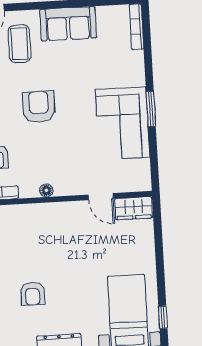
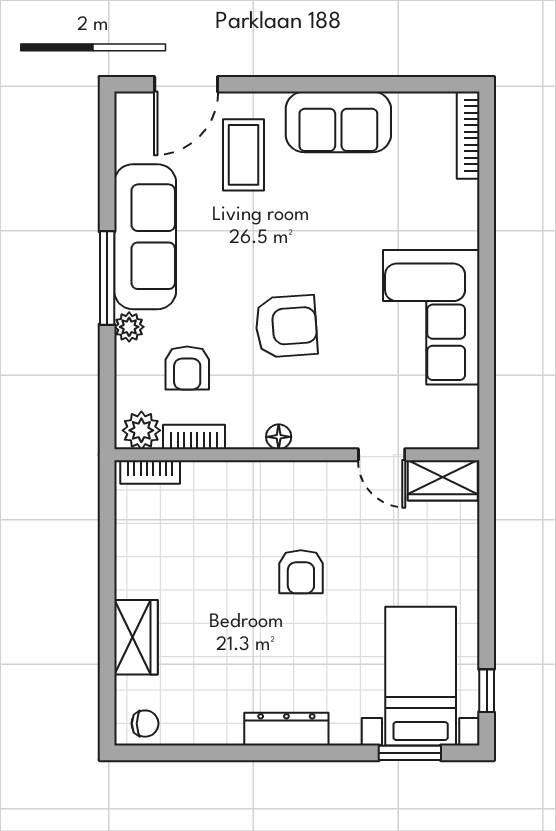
armchair: (39, 107) -> (286, 326), moved, turned 86
window: (151, 109) -> (487, 293), removed
armchair: (33, 294) -> (301, 572), moved

